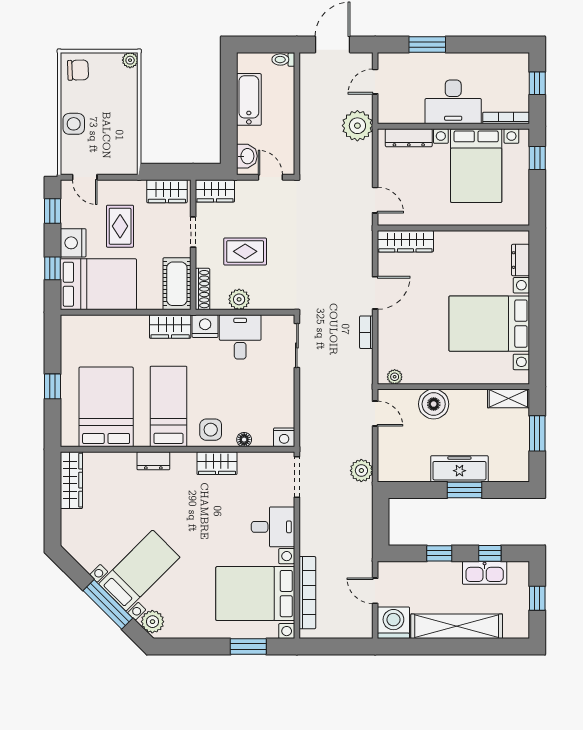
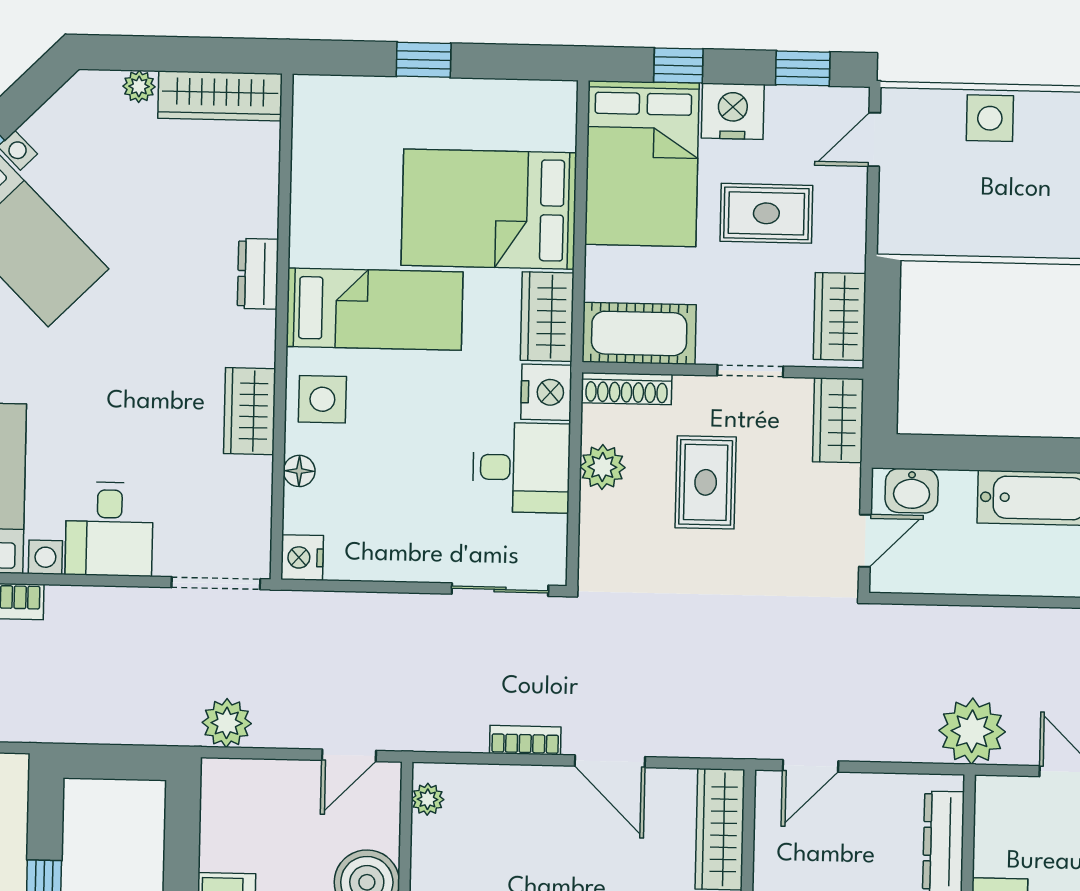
bed: (106, 407) -> (489, 209), moved, turned 180
plant: (68, 518) -> (139, 86), added

